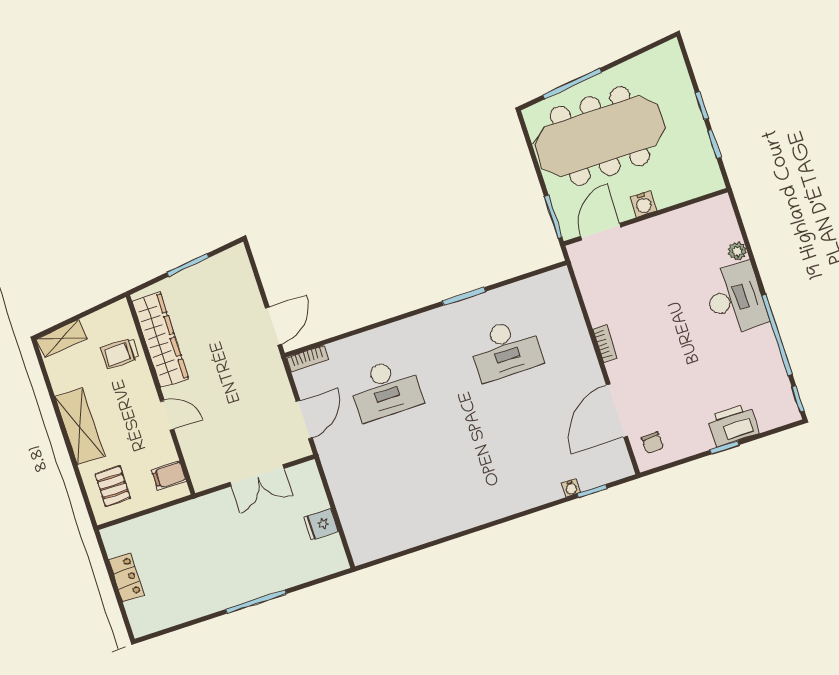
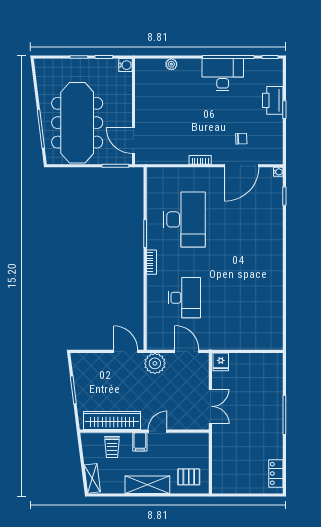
water cooler: (643, 204) -> (125, 65), moved
desk: (735, 299) -> (223, 75), moved
desk: (506, 350) -> (184, 219), width x1.36, depth x1.30
bookcase: (307, 359) -> (151, 262), moved
plant: (270, 377) -> (155, 363), added
door: (617, 410) -> (242, 166), hinge flipped
chair: (652, 443) -> (241, 139), moved
filing cabinet: (169, 475) -> (140, 442), moved
double door: (257, 475) -> (210, 406), moved
water cooler: (571, 488) -> (278, 172), moved
fridge: (321, 524) -> (221, 362), moved
locker: (126, 577) -> (276, 473), moved, turned -90

